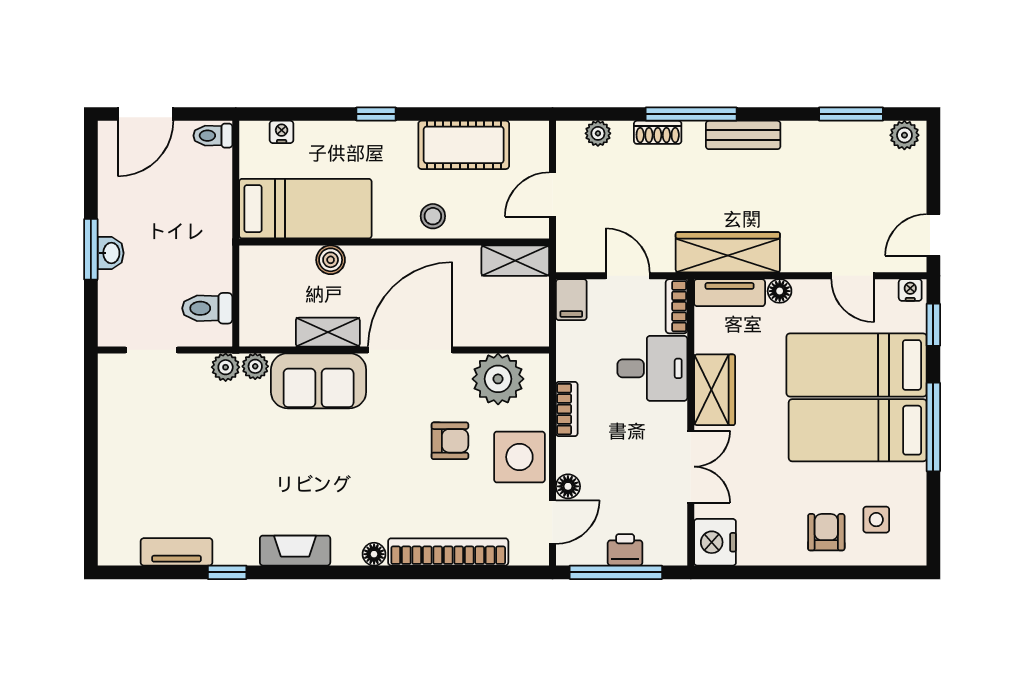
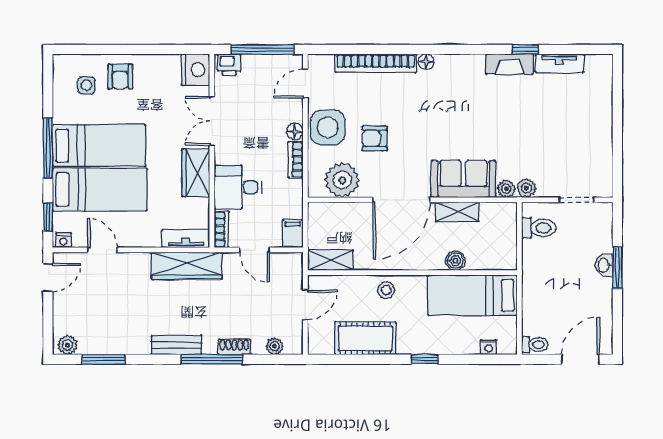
floor lamp: (780, 291) -> (152, 240), removed
floor lamp: (568, 486) -> (295, 131), moved
printer: (625, 550) -> (229, 65), moved
fireplace: (295, 551) -> (510, 64), moved

